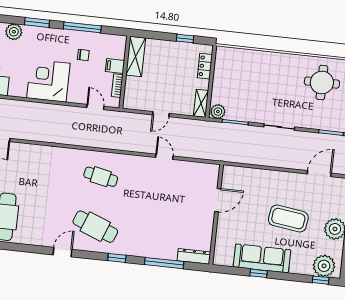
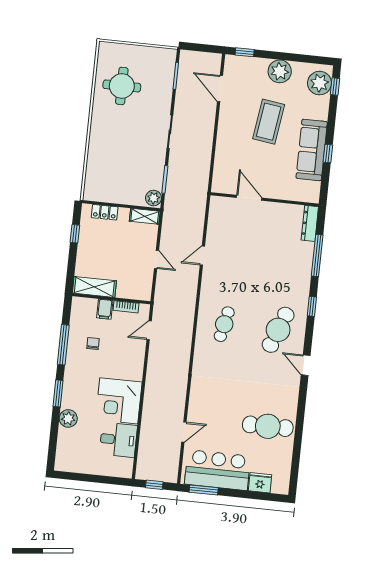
corner desk: (48, 81) -> (119, 401), moved

